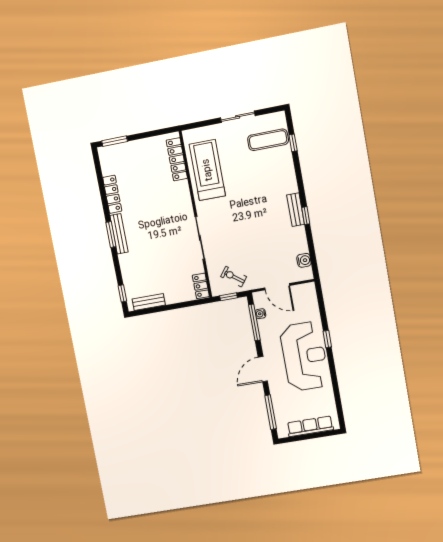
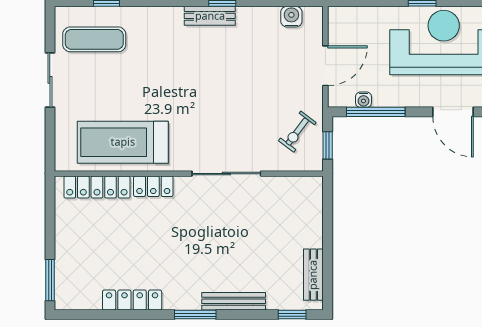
exercise mat: (268, 140) -> (94, 39), turned 90
bench: (119, 234) -> (234, 301), moved
locker: (201, 286) -> (153, 186), moved

